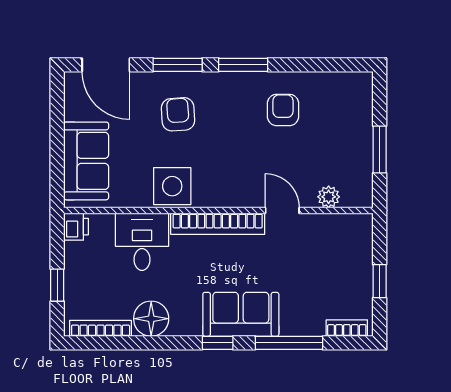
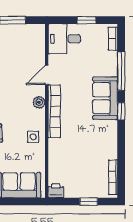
side table: (172, 186) -> (33, 137), width x0.54, depth x0.54
plant: (329, 197) -> (39, 102), moved
desk: (142, 242) -> (64, 39), moved
floor lamp: (151, 319) -> (108, 149), removed

